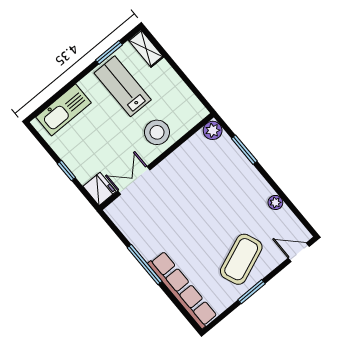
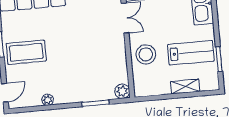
shelving: (146, 48) -> (185, 87), moved
coffee table: (241, 259) -> (26, 52), turned -68

